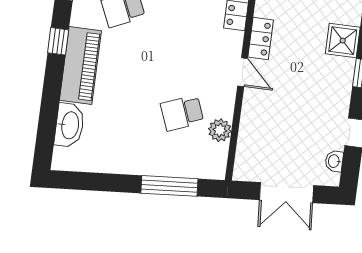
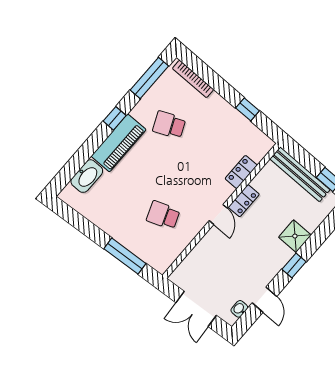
plant: (220, 130) -> (180, 242), removed

